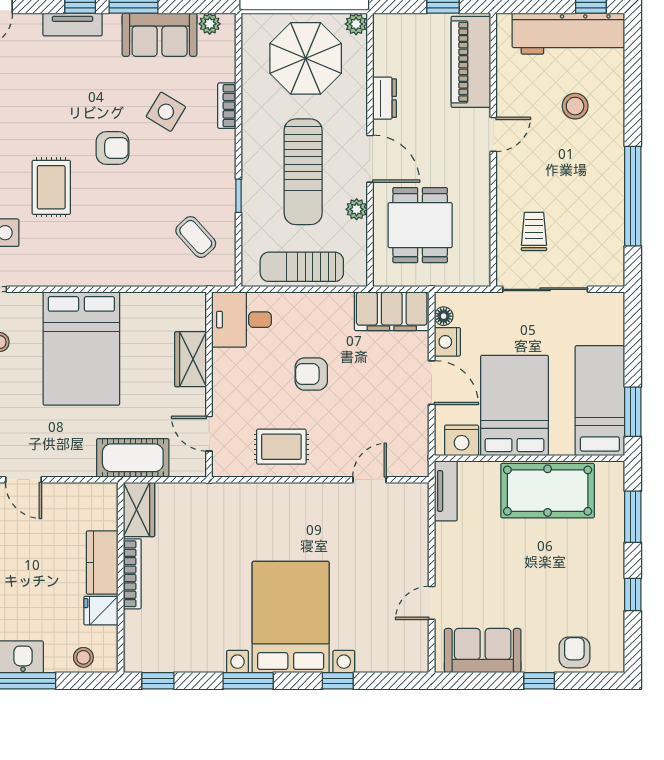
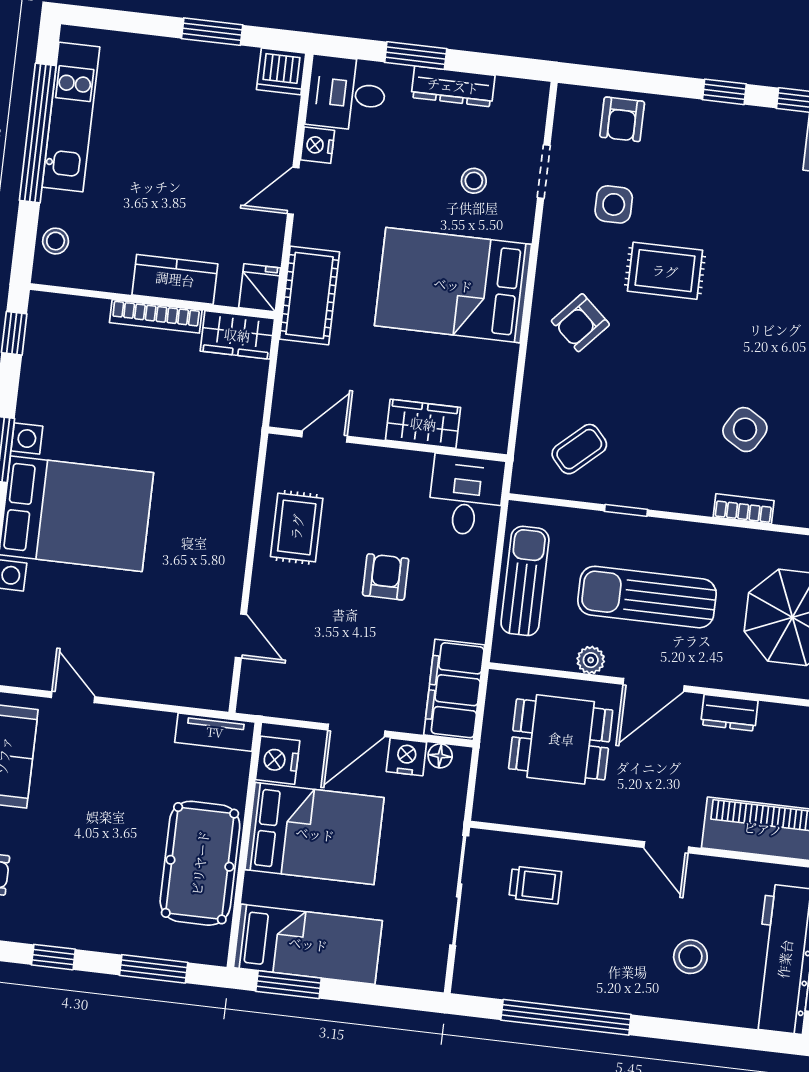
armchair: (113, 148) -> (580, 323), moved, turned 42
cot: (133, 458) -> (309, 295), moved
fridge: (101, 611) -> (260, 288), moved

